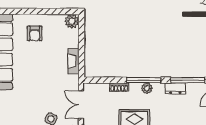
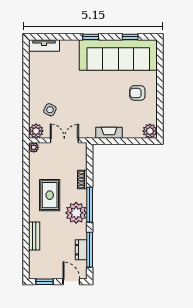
plant: (147, 88) -> (76, 213), width x1.88, depth x1.88
dresser: (175, 88) -> (81, 250), moved

